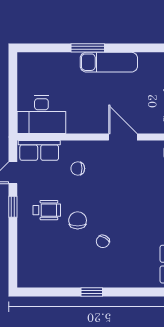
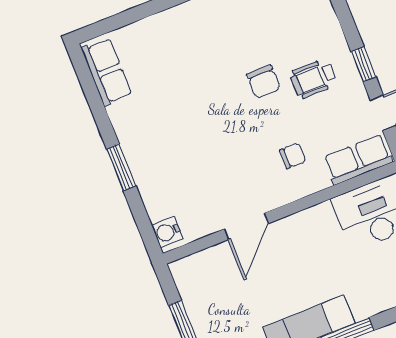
door: (123, 137) -> (246, 226), hinge flipped
chair: (103, 241) -> (216, 66), removed

